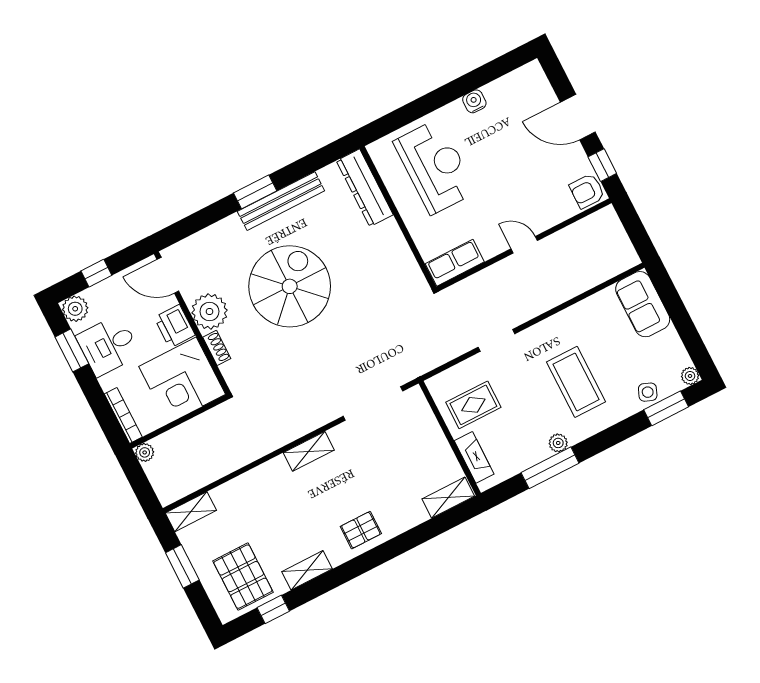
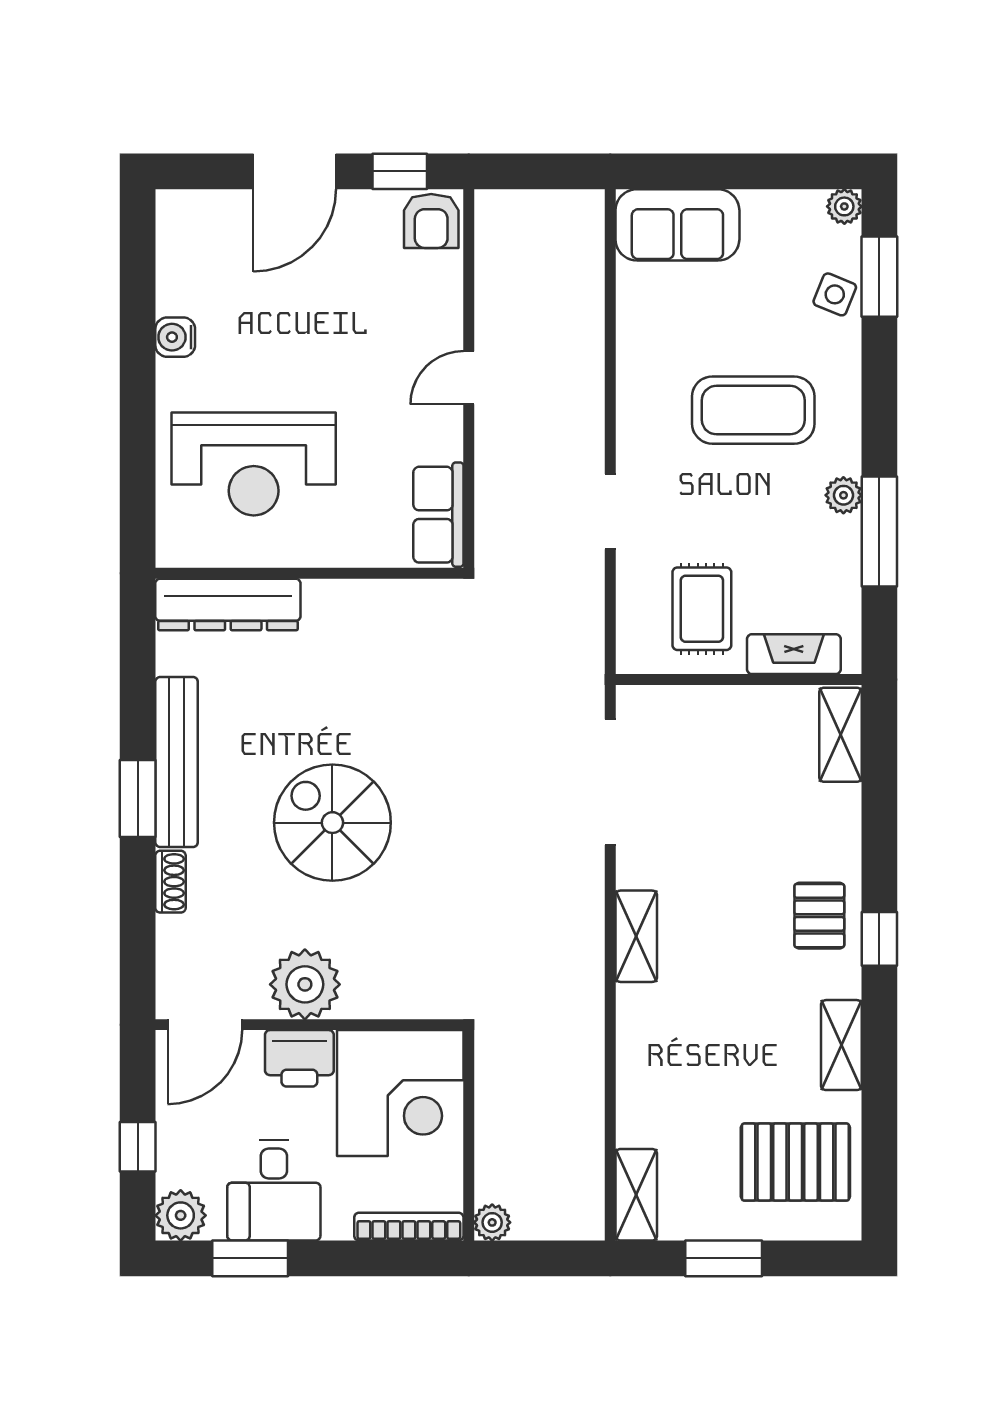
reception desk: (435, 167) -> (254, 464), turned 180
spiral stairs: (290, 286) -> (332, 823), width x0.73, depth x0.73
shoe rack: (217, 348) -> (170, 882), moved, turned 90
window: (273, 609) -> (879, 939), moved

